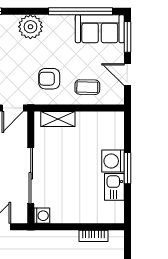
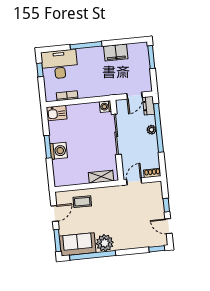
plant: (30, 27) -> (105, 243), moved
door: (127, 75) -> (55, 213), hinge flipped
armchair: (49, 79) -> (110, 205), removed
kitchen sink: (114, 187) -> (57, 113), moved, turned 90

